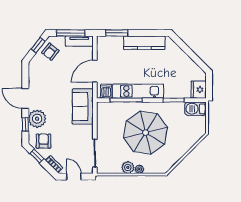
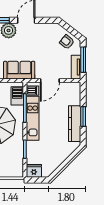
window: (117, 33) -> (83, 116), moved
window: (38, 45) -> (72, 31), removed
door: (95, 71) -> (50, 81), swing flipped
barbecue: (195, 109) -> (17, 96), moved

